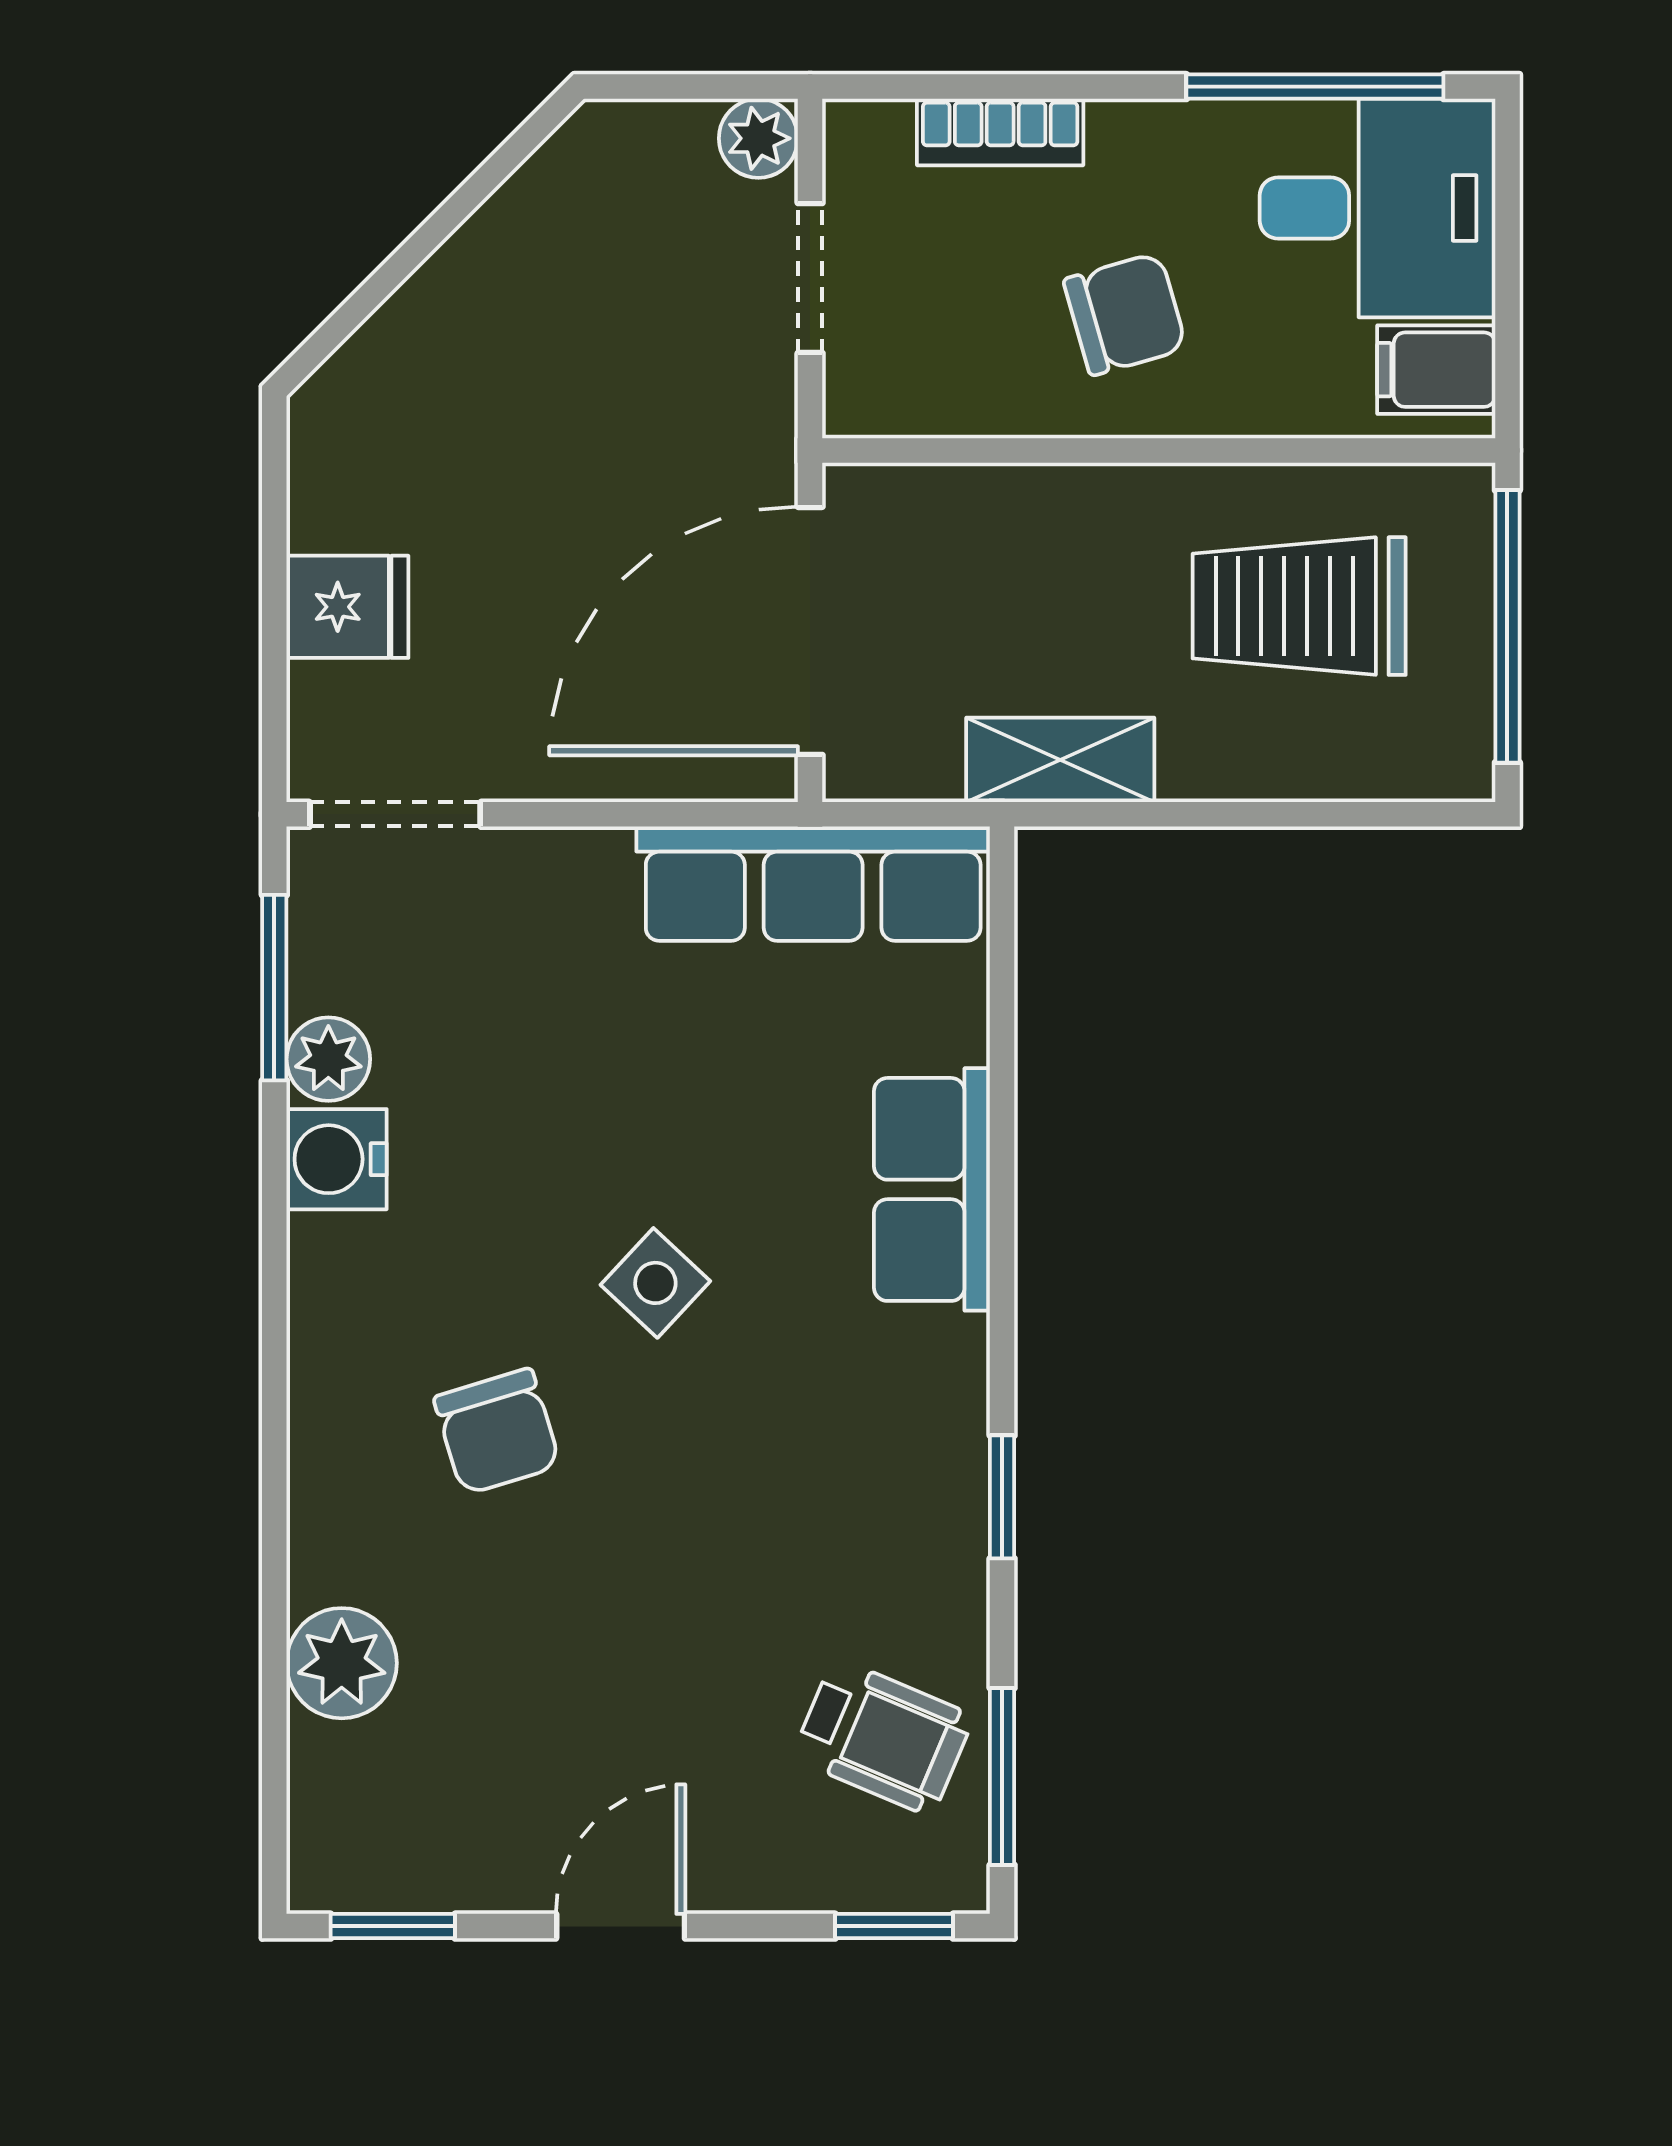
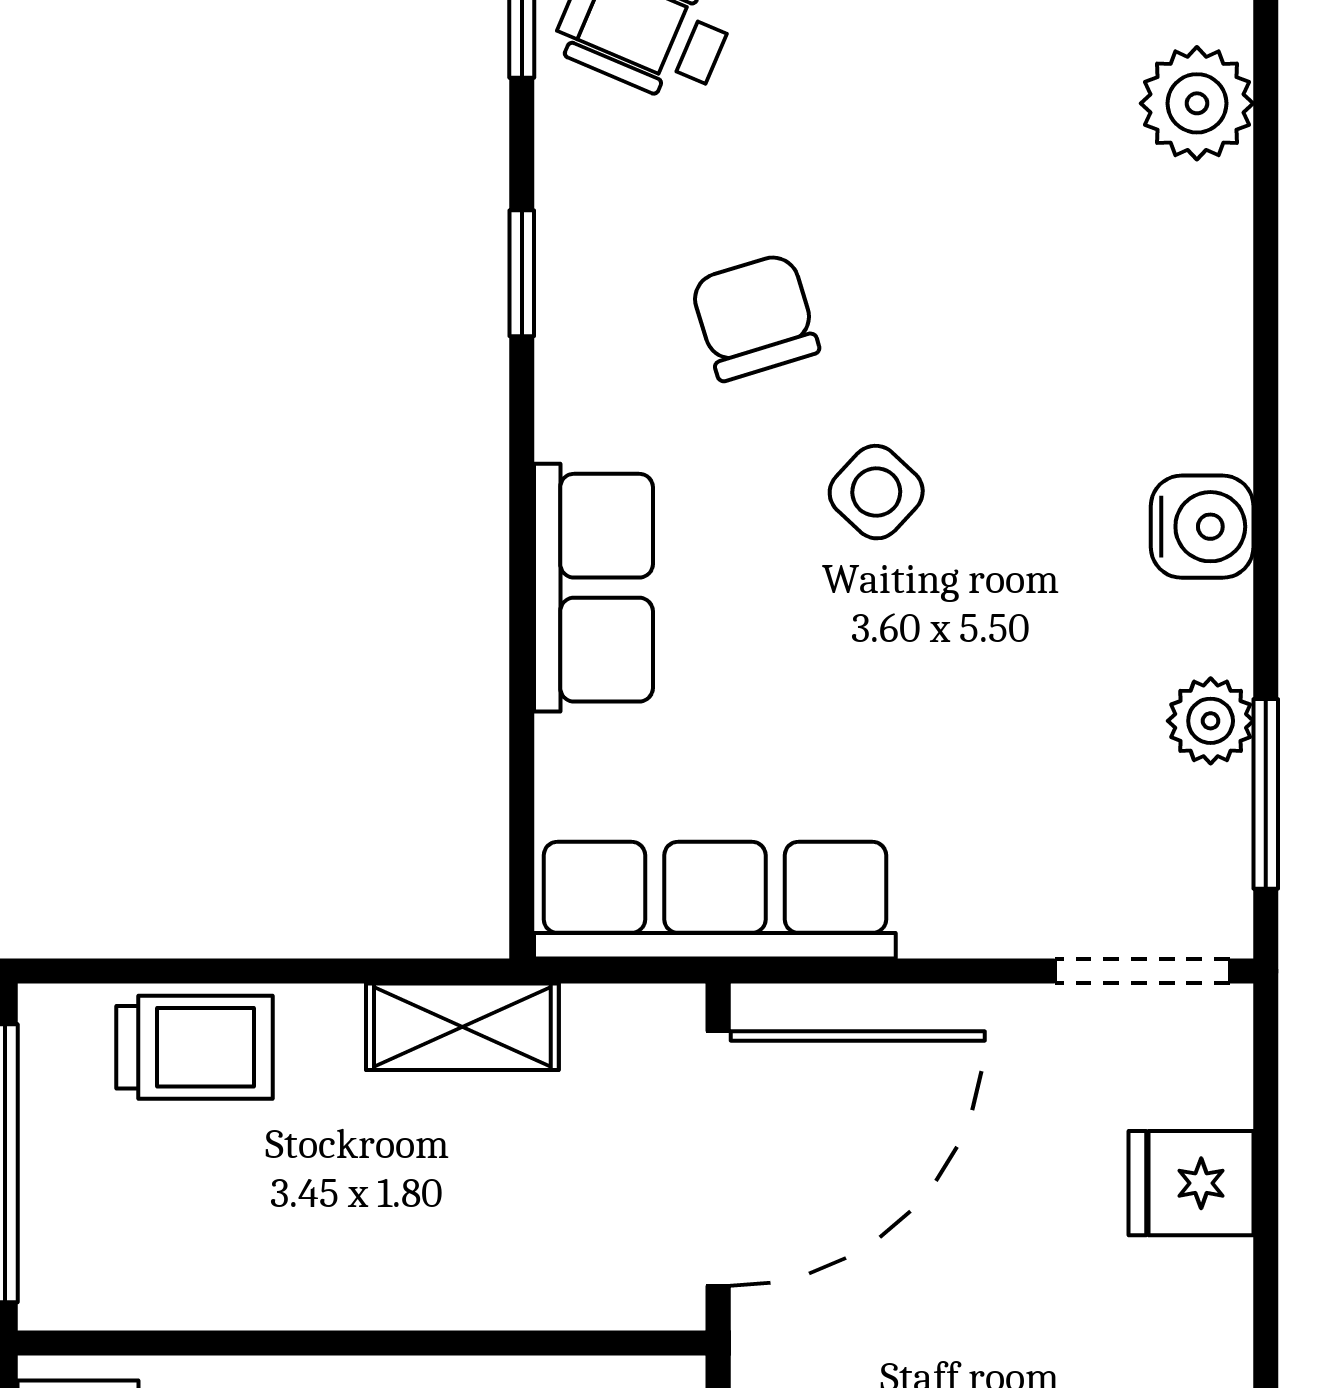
trolley: (1299, 606) -> (195, 1047), moved, width x0.73, depth x0.72
water cooler: (337, 1159) -> (1202, 527), moved
chair: (497, 1432) -> (755, 317), moved

